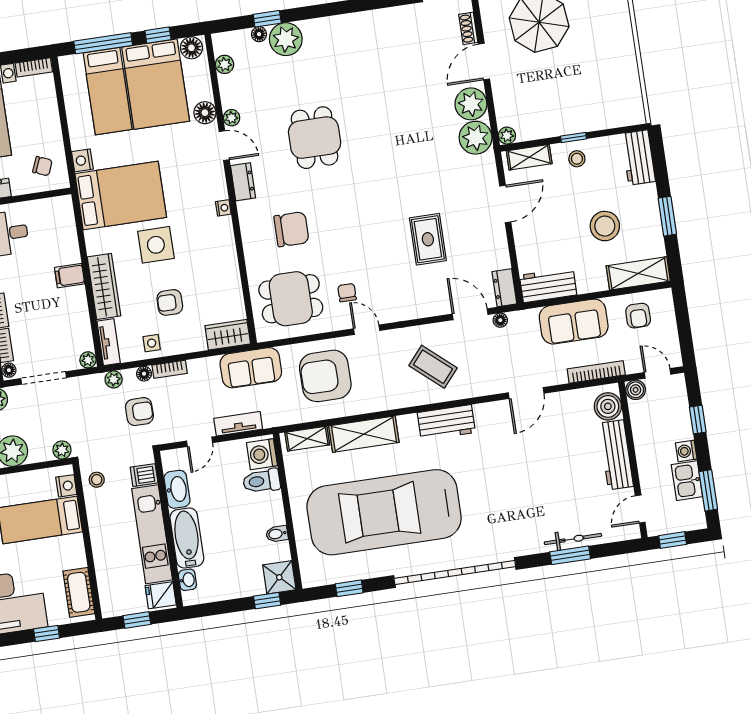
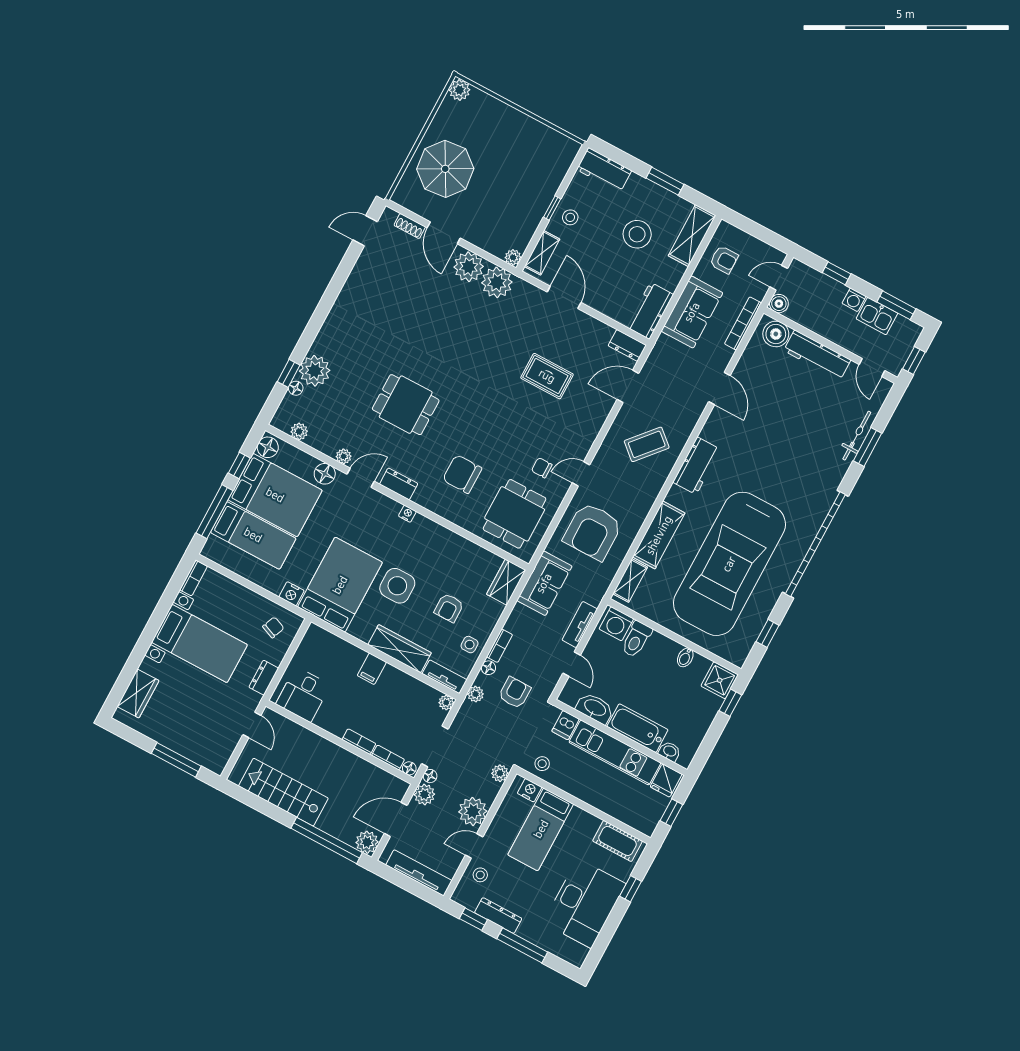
chair: (291, 229) -> (462, 474), turned -90
floor lamp: (500, 320) -> (430, 776), moved

